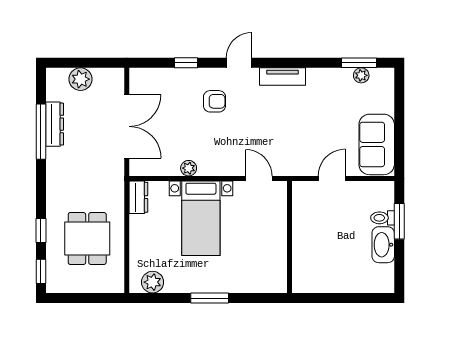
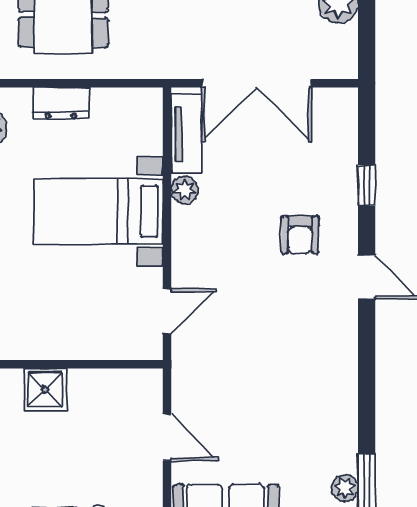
tv unit: (283, 76) -> (186, 134), moved, turned 180
dresser: (138, 197) -> (61, 103), moved
shower: (304, 249) -> (45, 389), added

